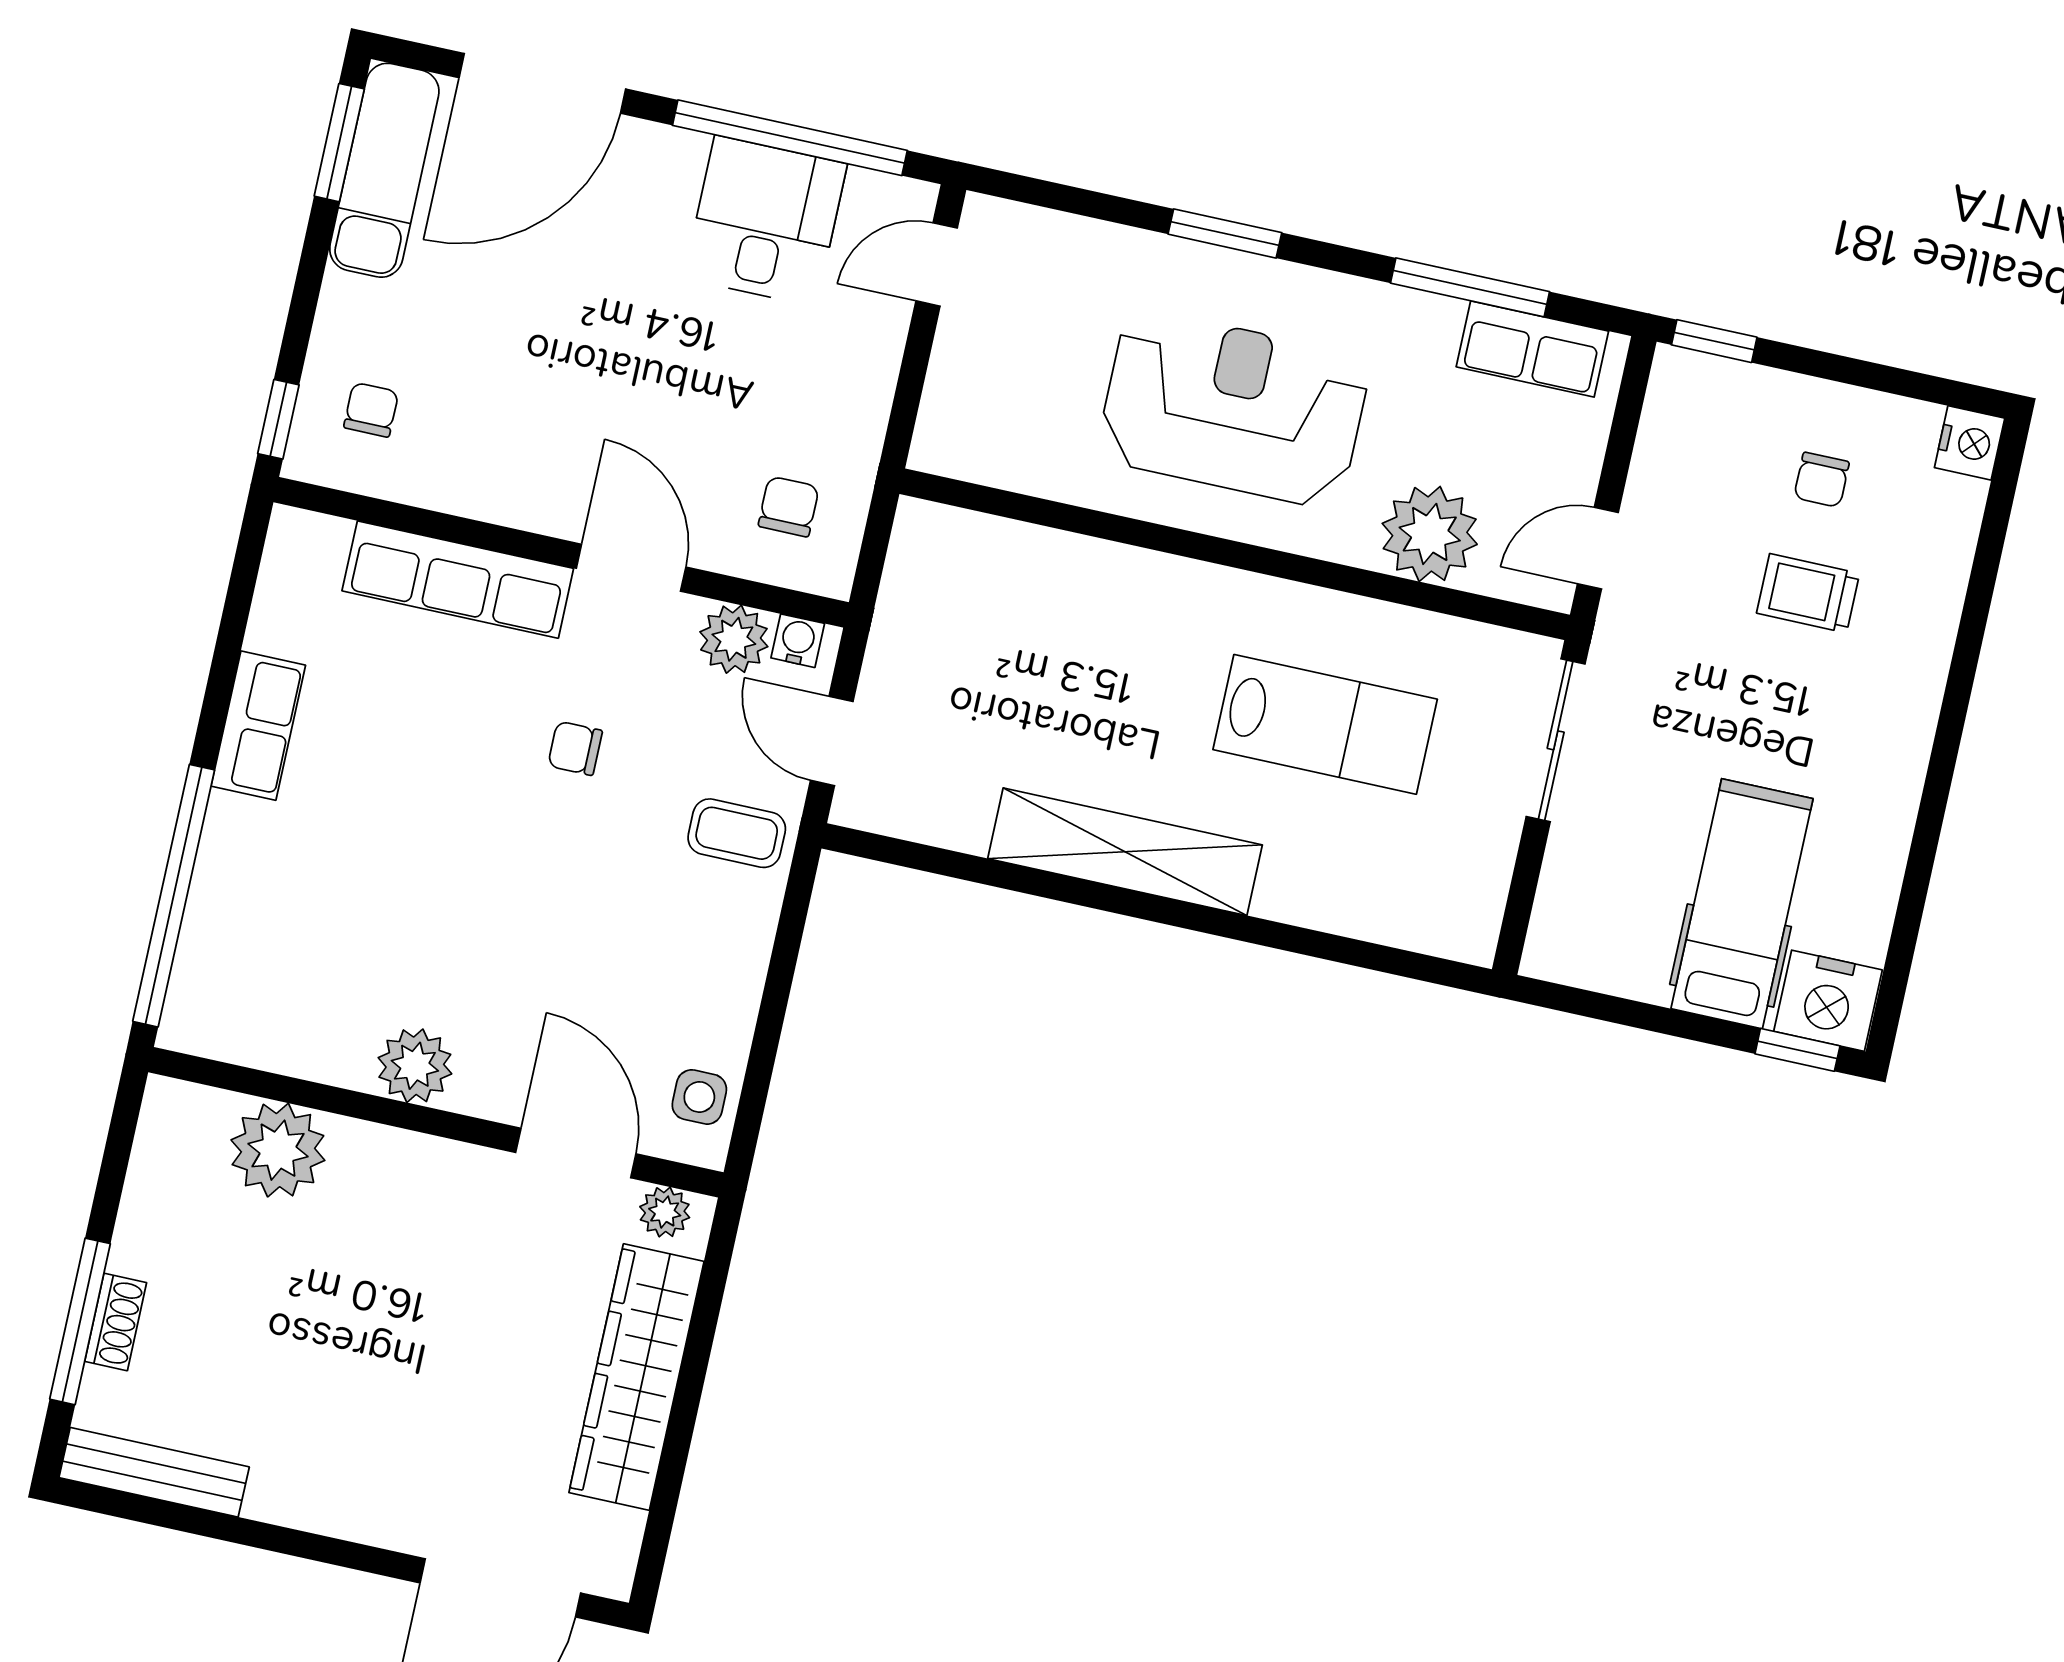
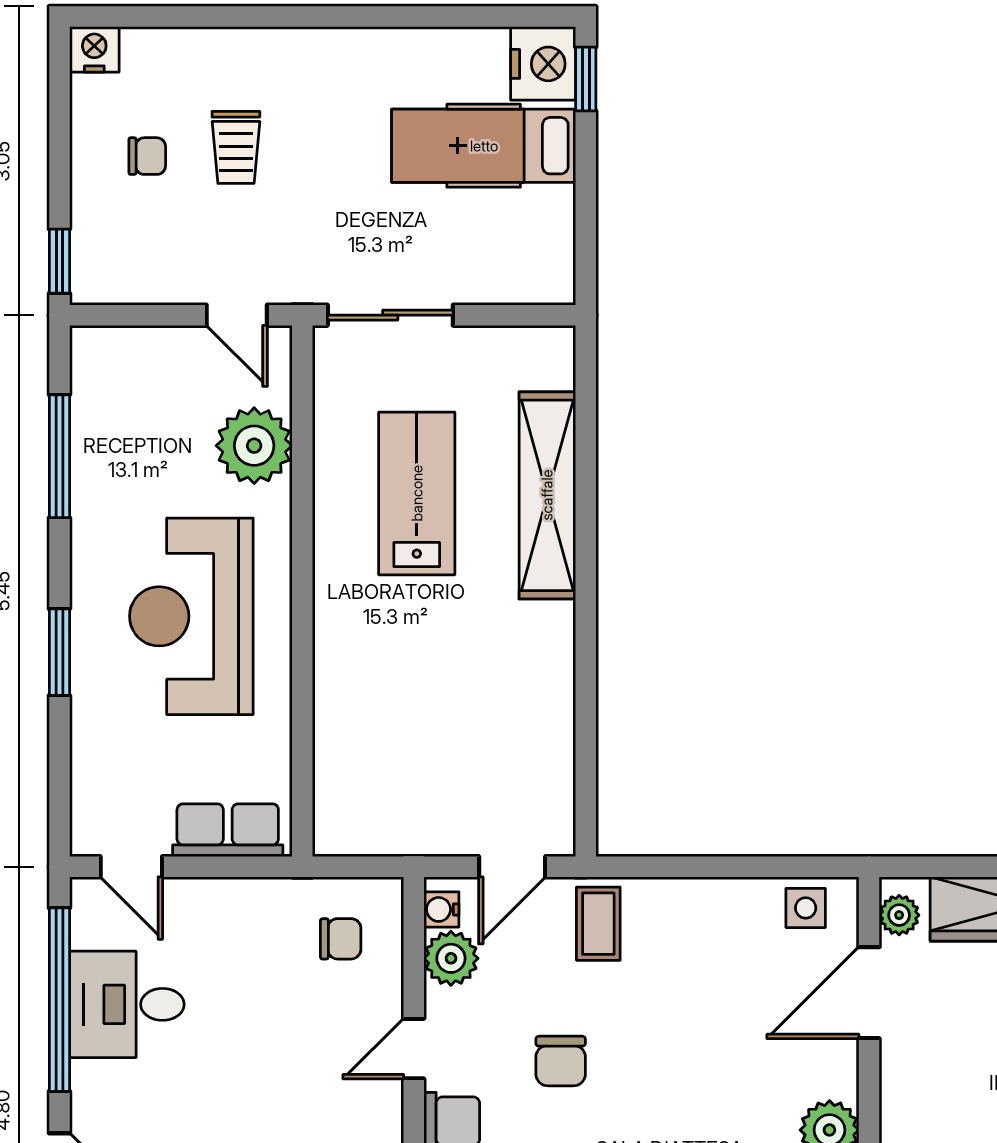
row of seats: (1532, 349) -> (228, 830), moved, turned -90
chair: (789, 506) -> (341, 939), turned 180
door: (631, 568) -> (414, 1049), width x0.73
chair: (575, 748) -> (561, 1061), width x1.37, depth x1.37
shelving: (1125, 852) -> (547, 495), moved

